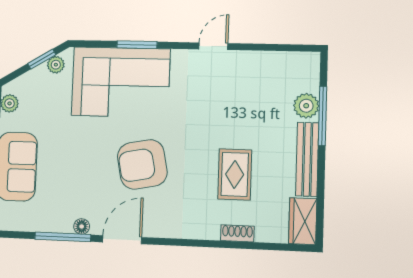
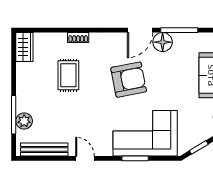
door: (213, 46) -> (85, 158), swing flipped
plant: (56, 65) -> (189, 144), removed
bench: (307, 159) -> (44, 149), moved, turned 90
floor lamp: (82, 226) -> (163, 42), width x1.89, depth x1.89
shoe rack: (237, 233) -> (78, 38), moved

